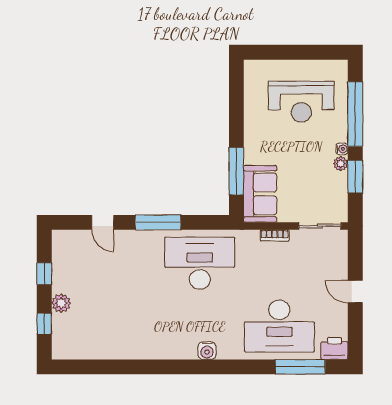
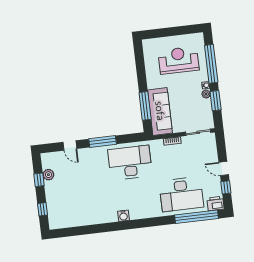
reception desk: (301, 102) -> (178, 60), turned 180
sofa: (260, 194) -> (160, 111), width x1.36
plant: (61, 303) -> (48, 175), moved
window: (355, 324) -> (226, 187), added
water cooler: (207, 351) -> (123, 216), moved
window: (300, 367) -> (197, 217), width x1.46

